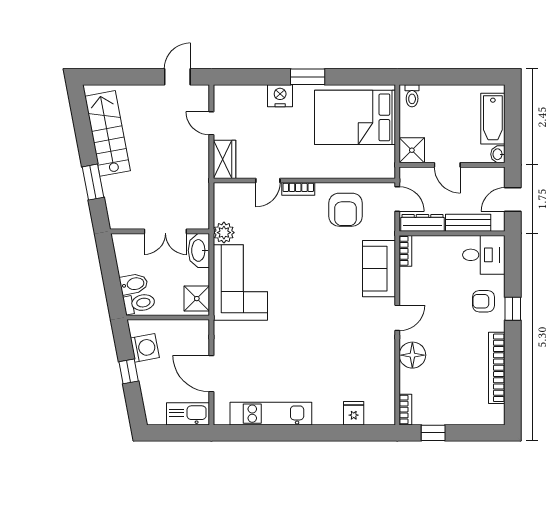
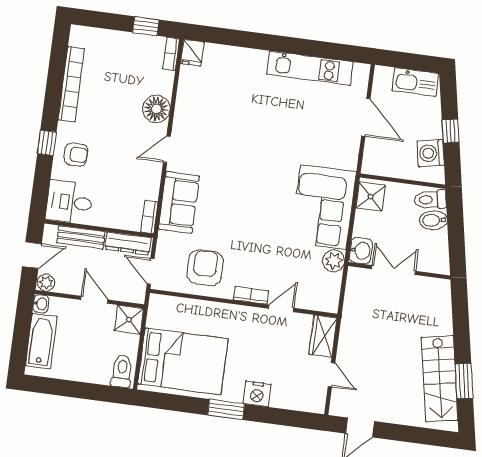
toilet: (412, 96) -> (122, 371), width x1.37, depth x1.39
plant: (496, 175) -> (46, 283), added
window: (93, 182) -> (464, 381), moved
washbasin: (199, 250) -> (361, 251), width x0.72
fridge: (354, 413) -> (192, 53), moved
kitchen sink: (188, 414) -> (415, 82), moved

